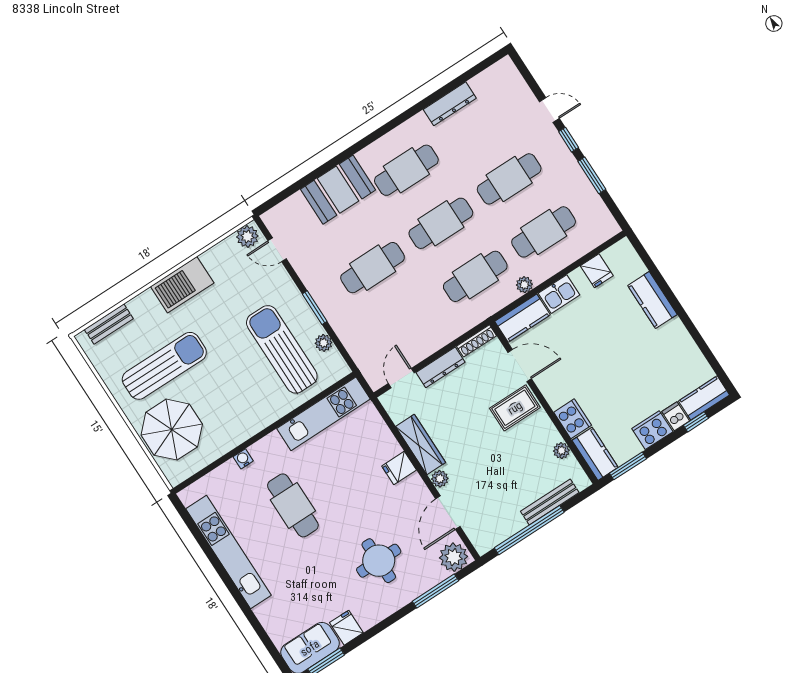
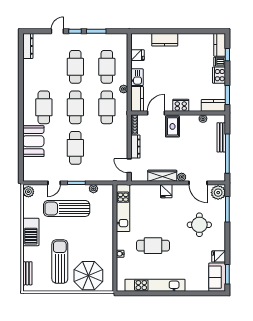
dresser: (450, 104) -> (28, 46), moved
door: (277, 250) -> (54, 183), moved
sun lounger: (282, 349) -> (67, 208), moved
cooker: (573, 419) -> (181, 105), moved

